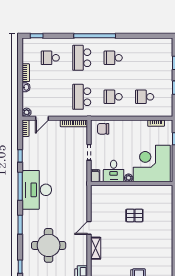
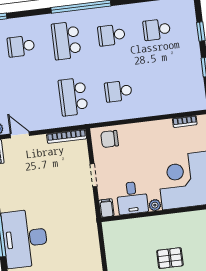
school desk: (145, 97) -> (157, 30), moved
door: (42, 118) -> (20, 135), swing flipped

